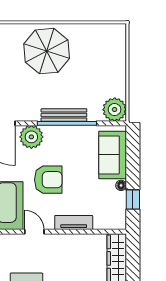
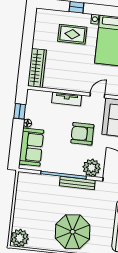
plant: (115, 110) -> (20, 238), moved
bench: (64, 115) -> (77, 183), moved
door: (34, 232) -> (97, 95), swing flipped

